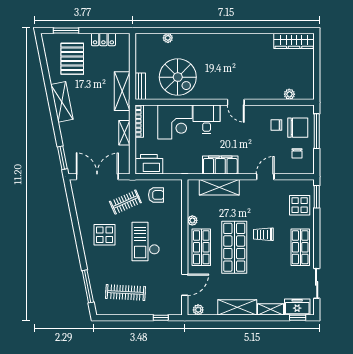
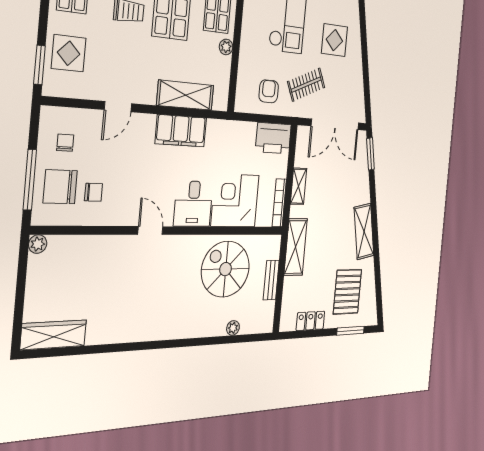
bench: (140, 86) -> (271, 280), moved
plant: (289, 94) -> (38, 244), moved
armchair: (156, 195) -> (269, 91), turned 90

